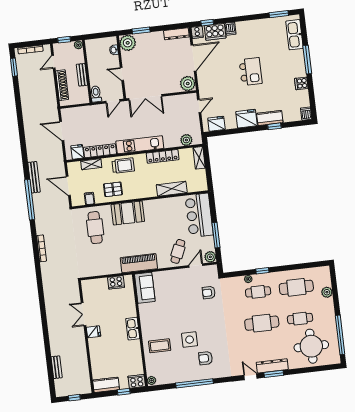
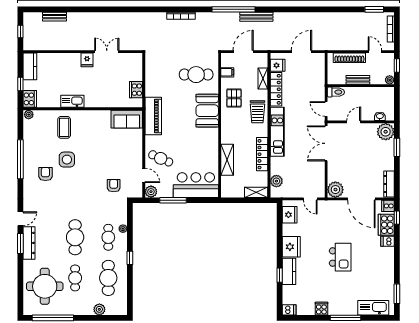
kitchen island: (251, 72) -> (340, 257), turned -90
window: (262, 271) -> (130, 258), moved
kitchen sink: (133, 329) -> (72, 101), moved

